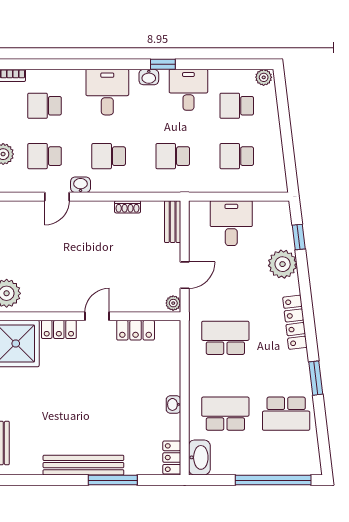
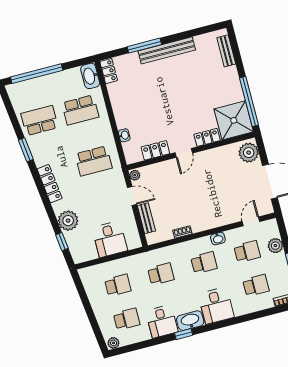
washbasin: (149, 77) -> (190, 321), width x1.91, depth x1.45
door: (57, 197) -> (251, 221), moved
bench: (173, 222) -> (146, 218), moved
door: (185, 275) -> (132, 196), swing flipped
washbasin: (173, 404) -> (124, 135), moved

